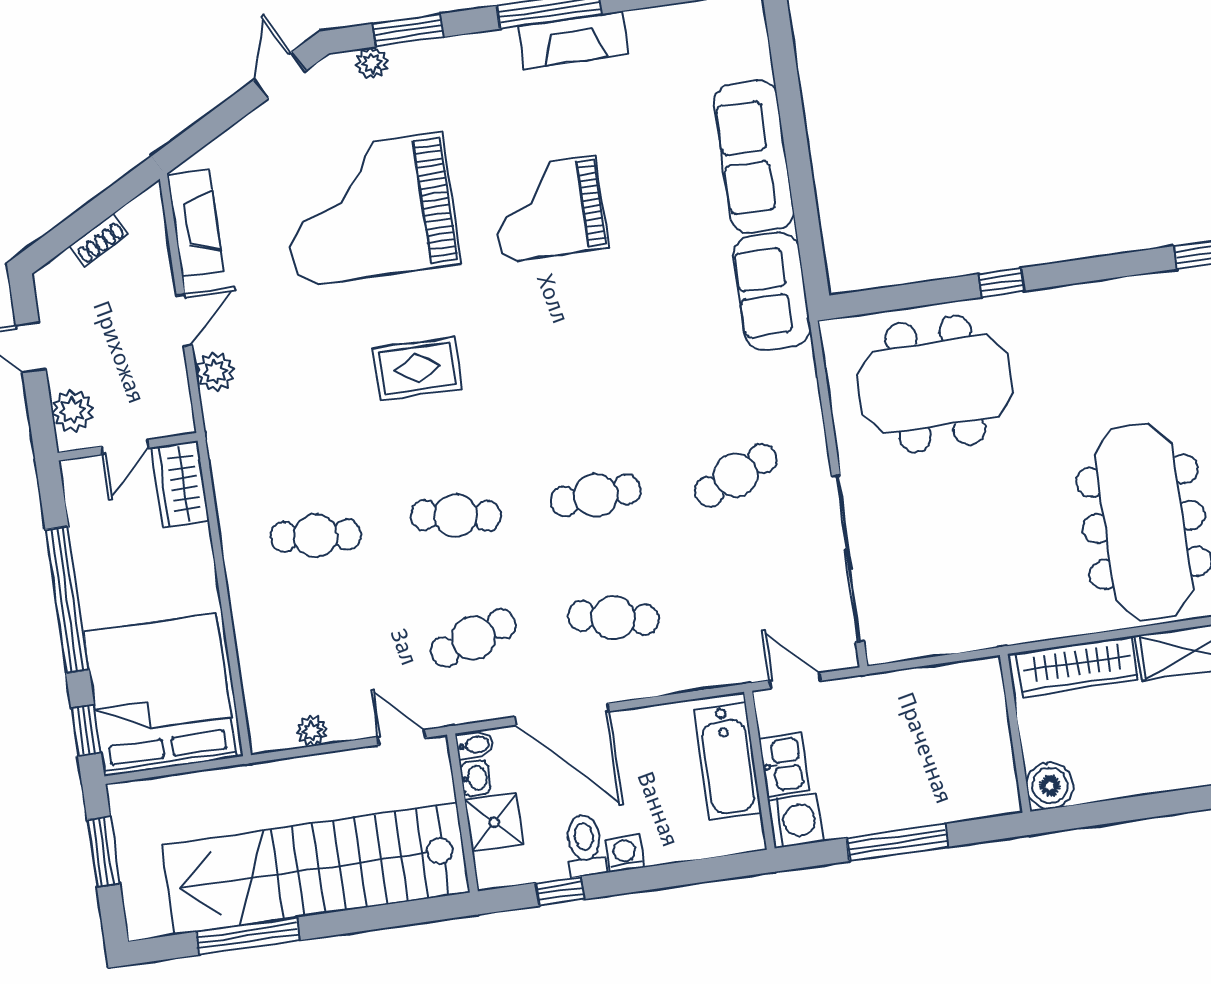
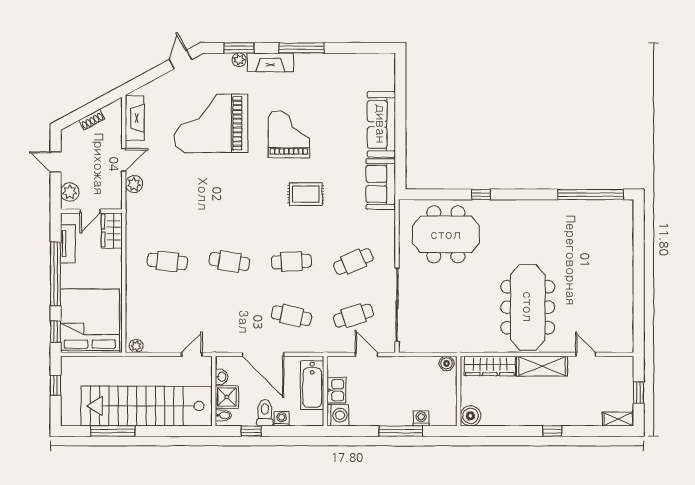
fireplace: (573, 40) -> (270, 62), moved
plant: (372, 63) -> (239, 60), moved
grand piano: (549, 209) -> (289, 134), turned 90
rug: (417, 368) -> (306, 194), moved
tv unit: (85, 528) -> (68, 244), added
cafe table: (473, 638) -> (353, 316), moved
boiler: (979, 675) -> (447, 363), added
plant: (312, 731) -> (136, 346), moved
door: (401, 737) -> (192, 354), hinge flipped
bidet: (475, 745) -> (223, 415), moved
bathtub: (728, 761) -> (312, 385), moved
kitchen sink: (784, 765) -> (336, 390), moved
wall: (759, 770) -> (325, 391), moved
washing machine: (939, 807) -> (421, 418), added
washing machine: (795, 821) -> (338, 415), moved
window: (103, 852) -> (56, 385), width x0.67

